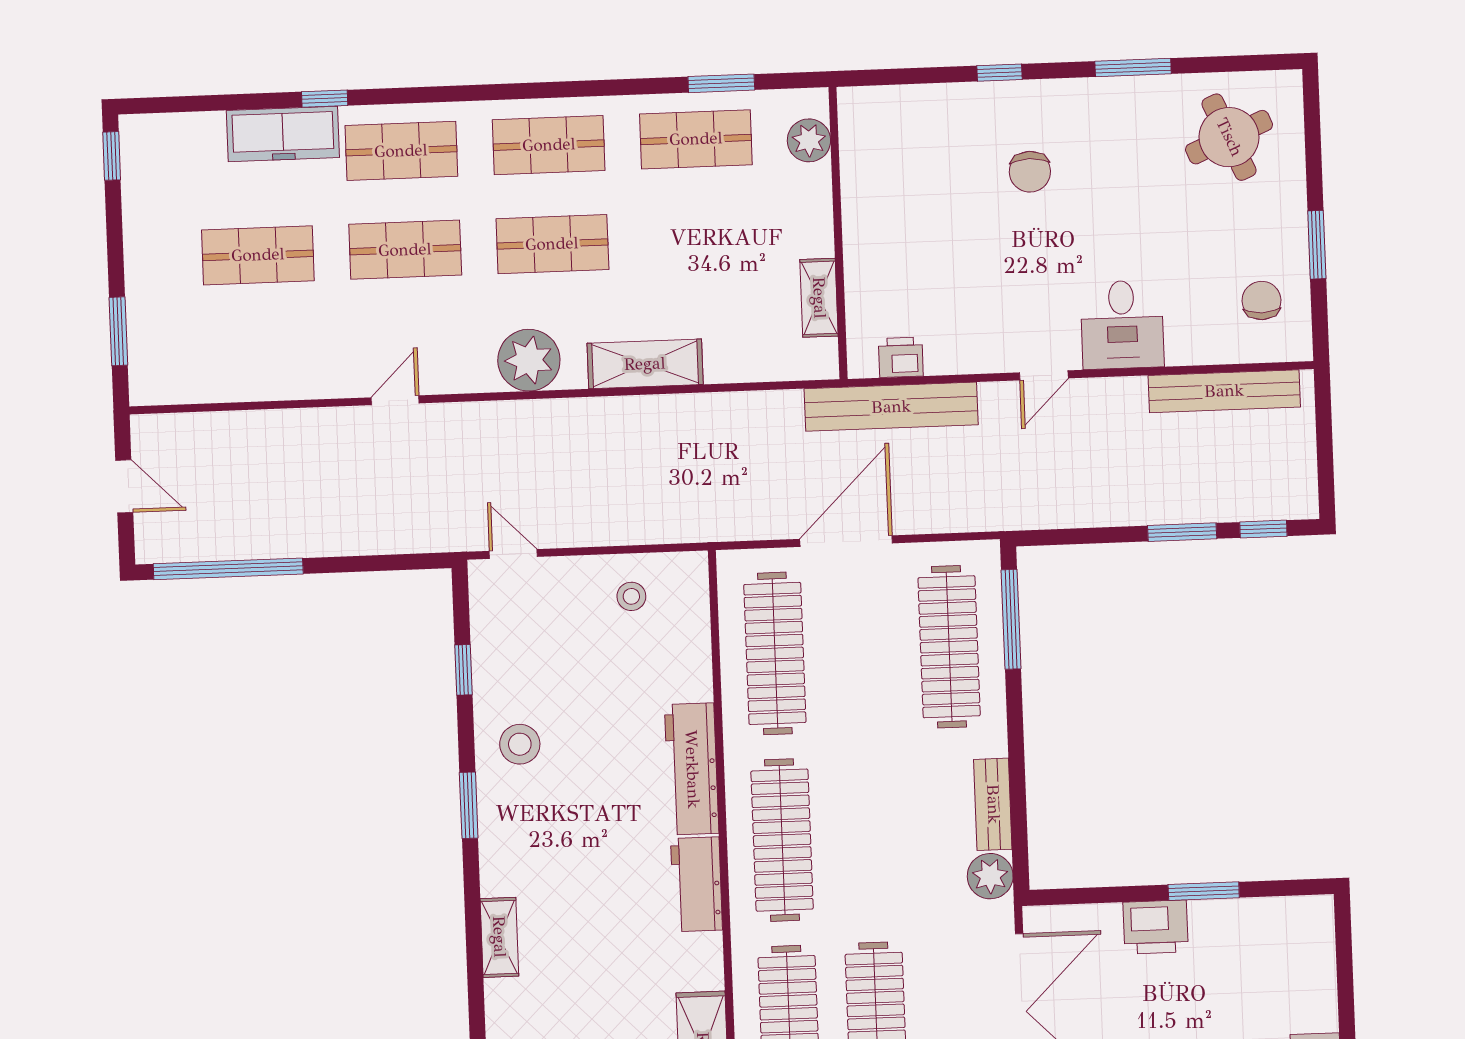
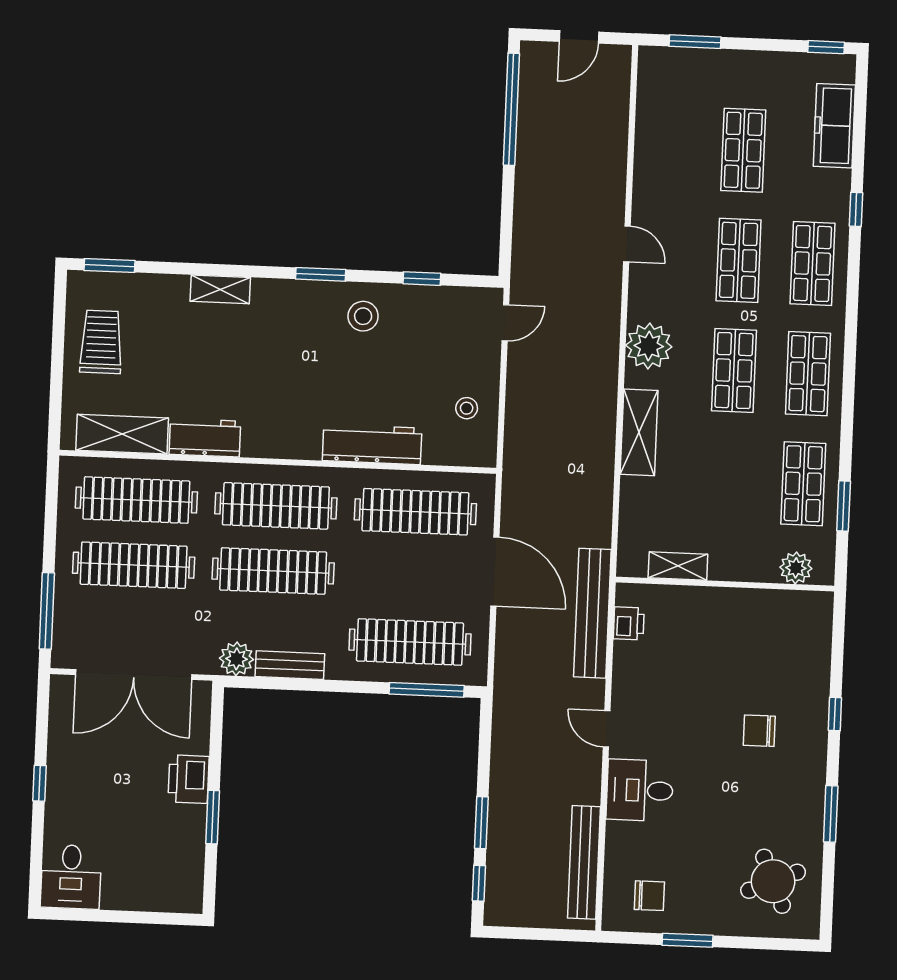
freezer: (283, 134) -> (834, 126), moved
workbench: (692, 769) -> (372, 444), moved
clothes rail: (869, 837) -> (273, 571), added
workbench: (697, 884) -> (205, 438), moved

